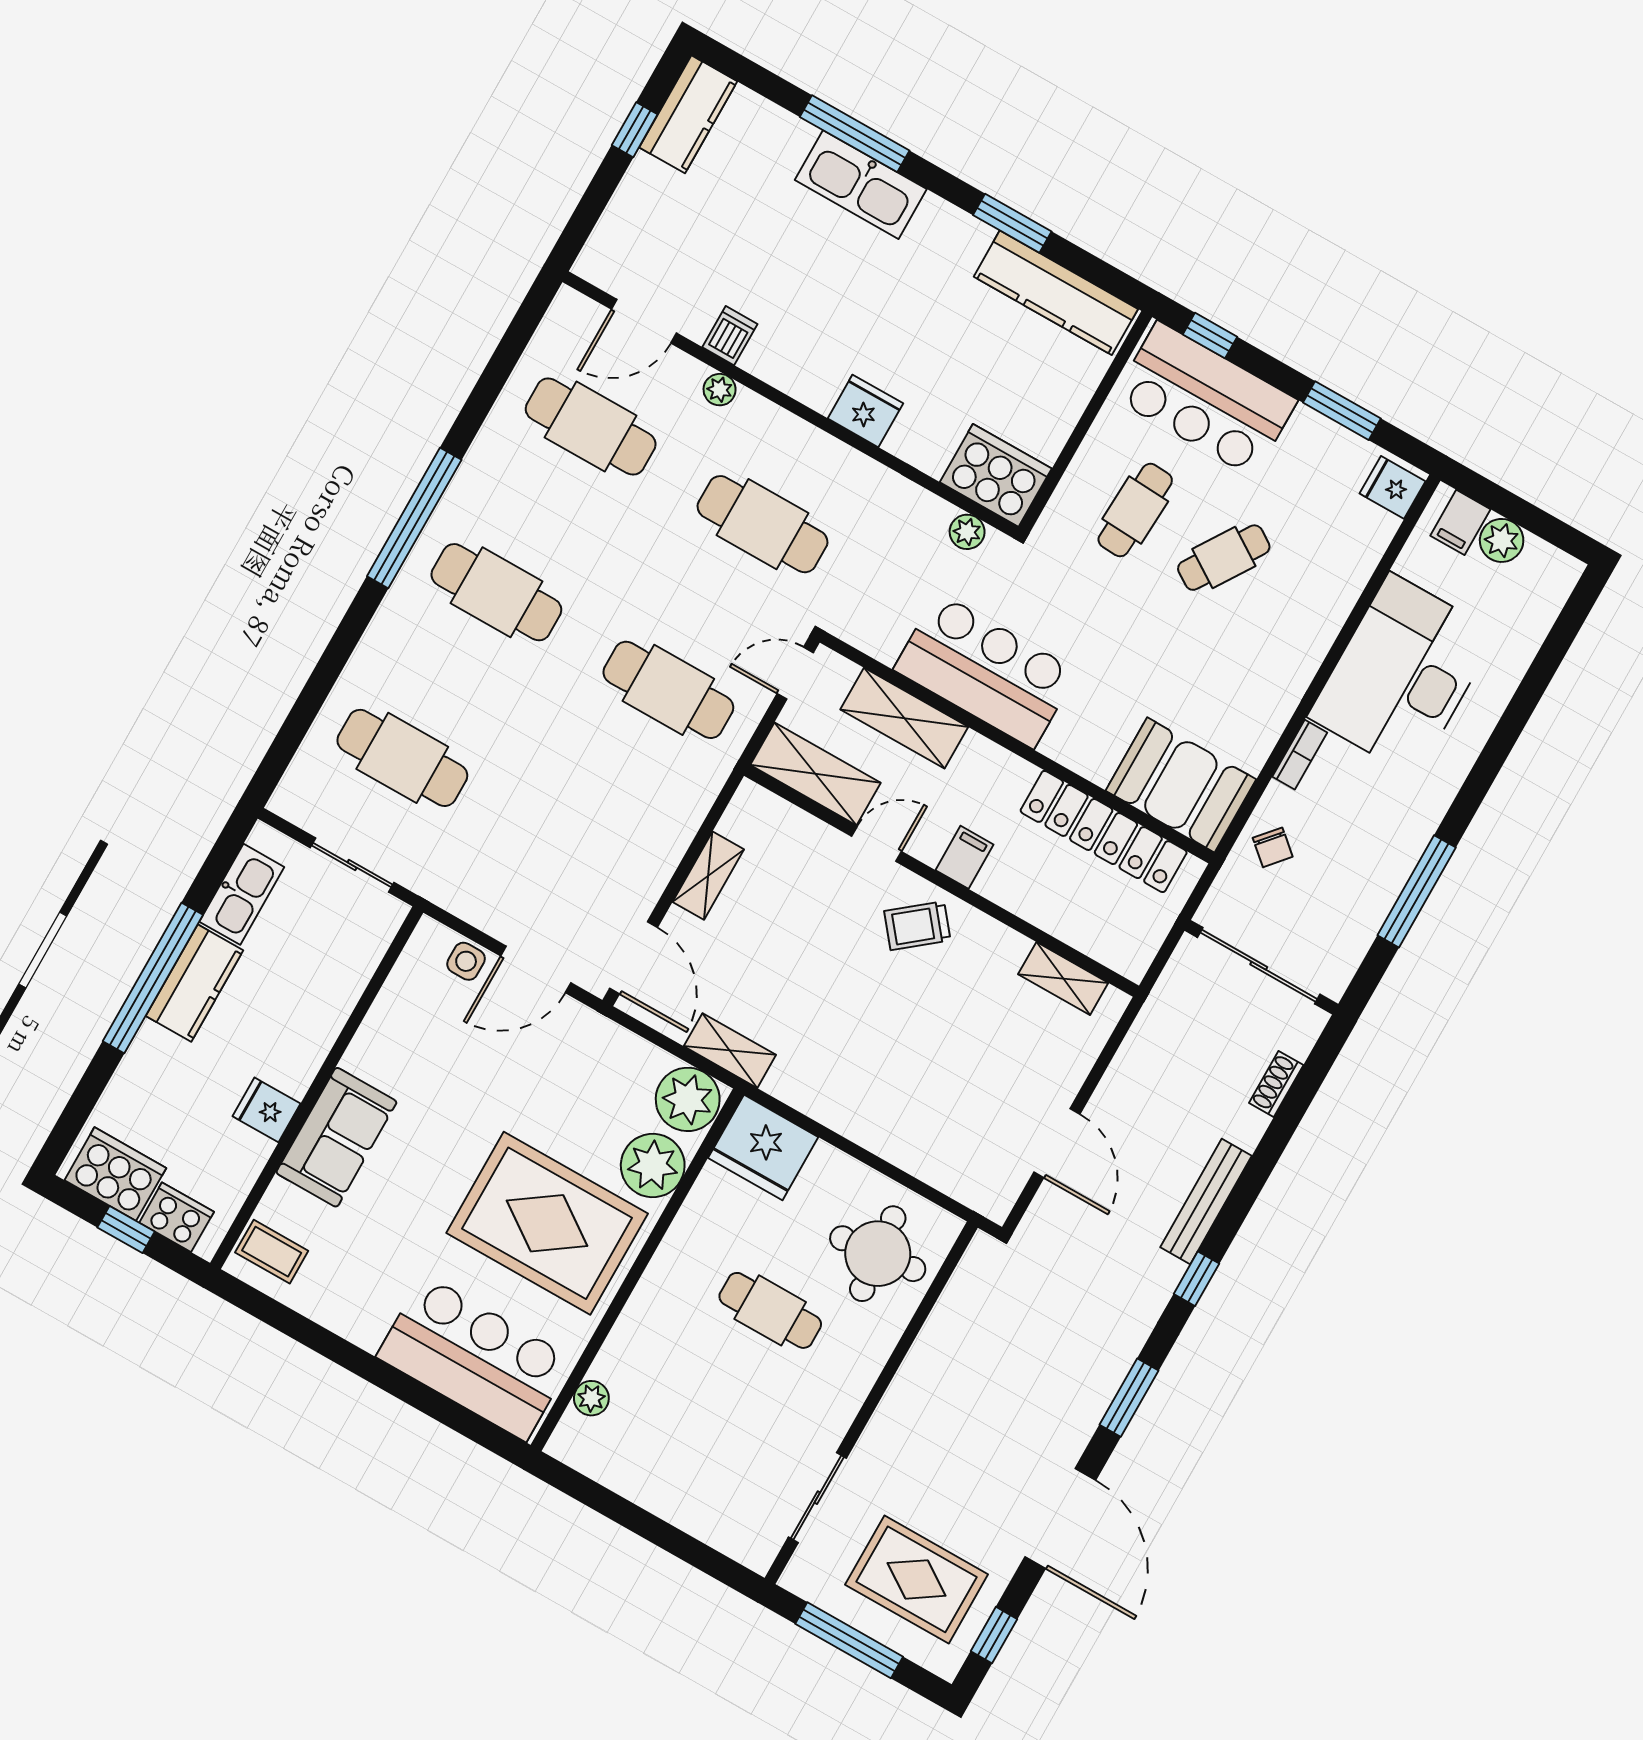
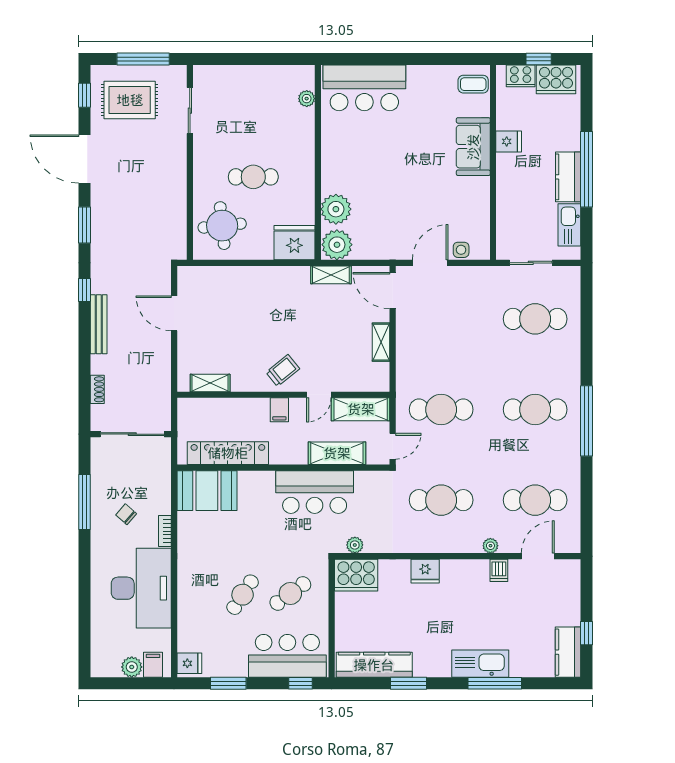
cafe table: (1135, 510) -> (290, 593), turned 51
chair: (1273, 847) -> (126, 514), moved
rug: (547, 1223) -> (366, 160), removed

